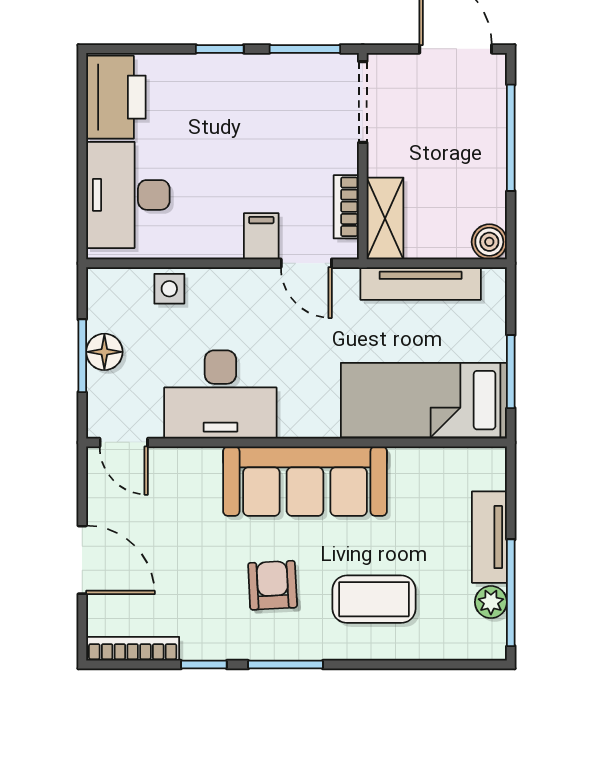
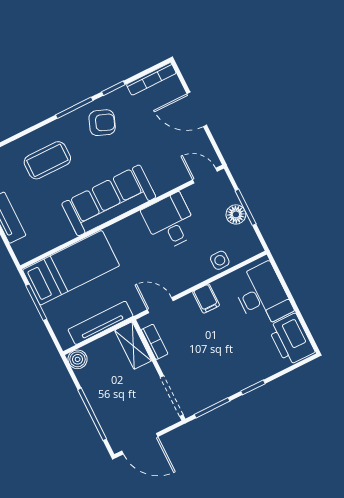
filing cabinet: (261, 236) -> (206, 299), moved
desk: (220, 394) -> (170, 222), width x0.73
armchair: (273, 585) -> (102, 123), moved, turned -66

